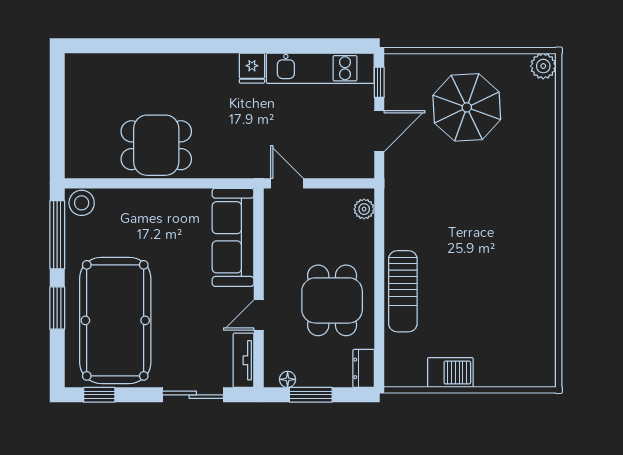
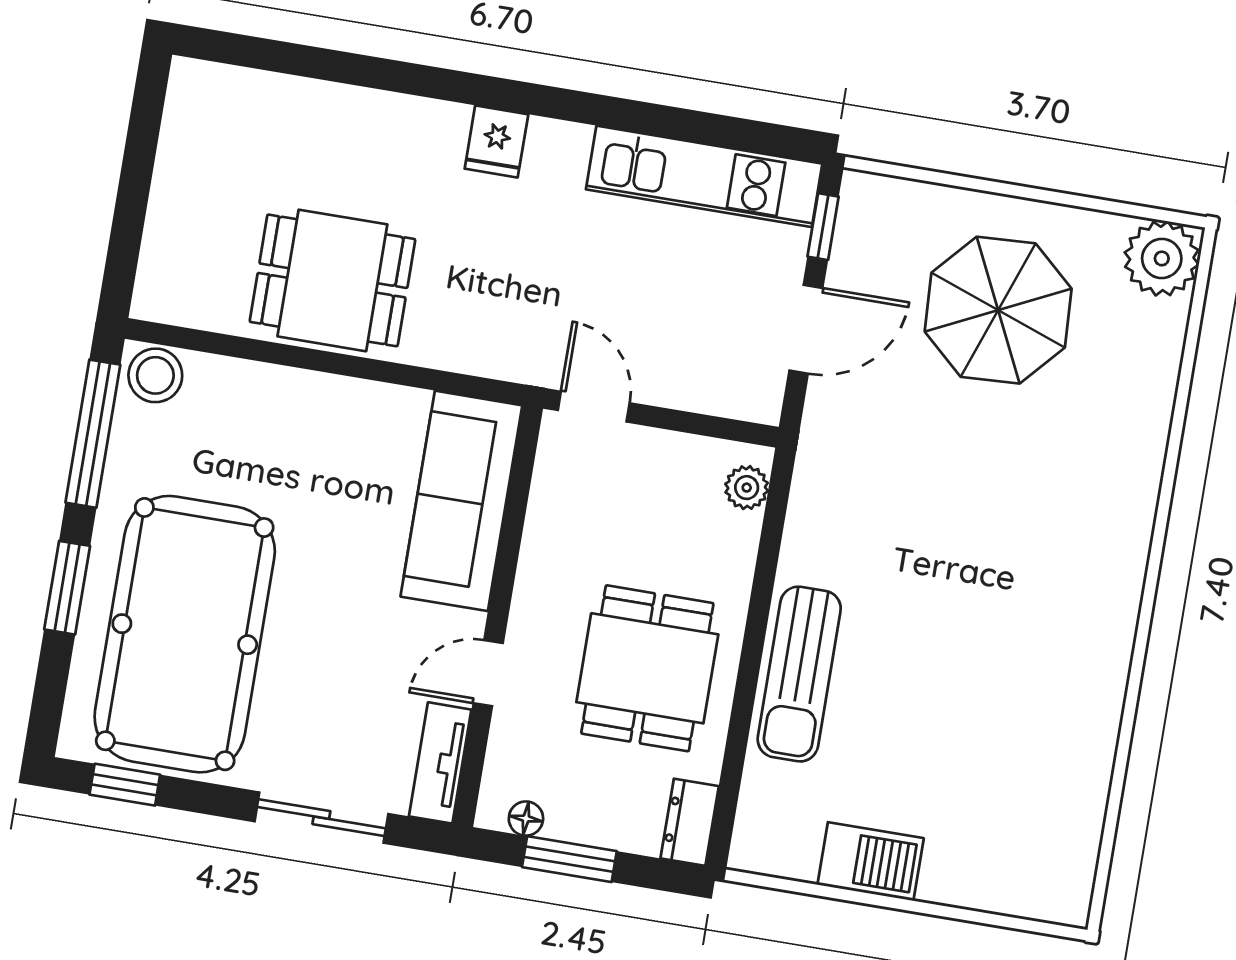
plant: (543, 66) -> (1162, 258), width x1.36, depth x1.36
fridge: (252, 68) -> (496, 141), moved

